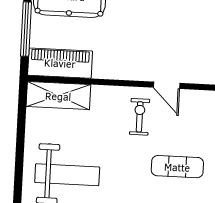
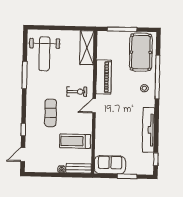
piano: (60, 63) -> (104, 77), moved

